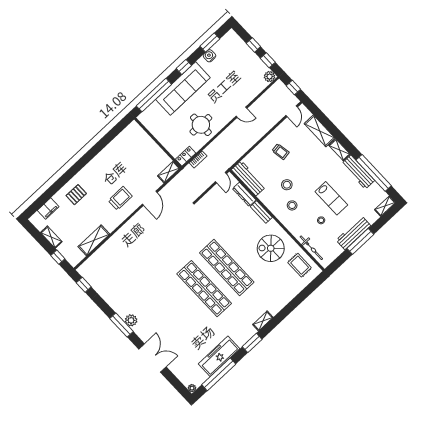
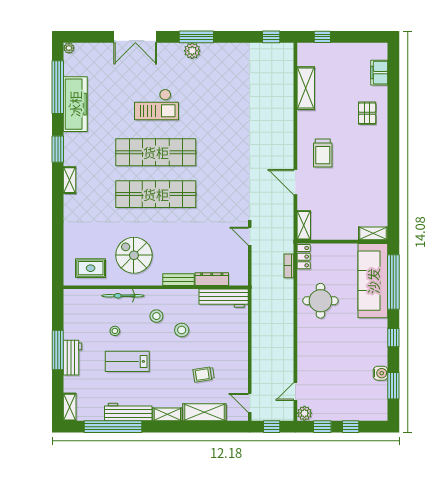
sofa: (183, 89) -> (373, 281), moved
door: (241, 112) -> (295, 392), moved
trolley: (281, 152) -> (204, 374), moved
door: (221, 178) -> (250, 236), moved
workbench: (353, 233) -> (73, 358), width x0.73
shelving: (51, 237) -> (373, 233), moved
spiral stairs: (271, 248) -> (134, 255), turned -90
bicycle: (311, 248) -> (123, 296), moved
checkout: (178, 312) -> (156, 105), added

